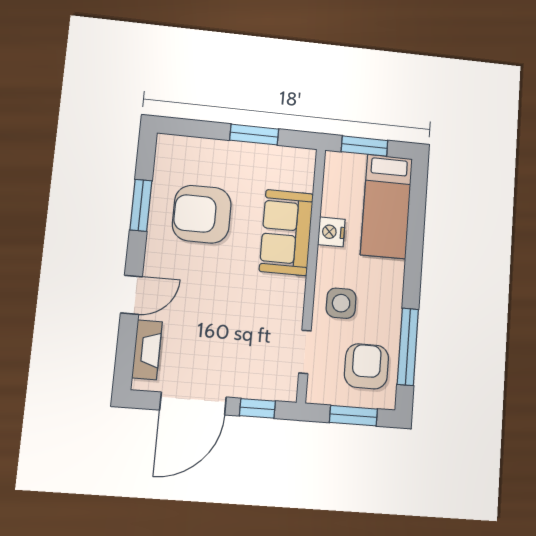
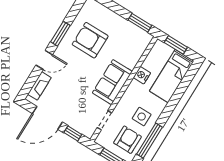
window: (254, 135) -> (140, 23), moved
window: (141, 205) -> (60, 34), moved
sofa: (286, 233) -> (112, 82), moved
side table: (341, 303) -> (142, 117), moved

